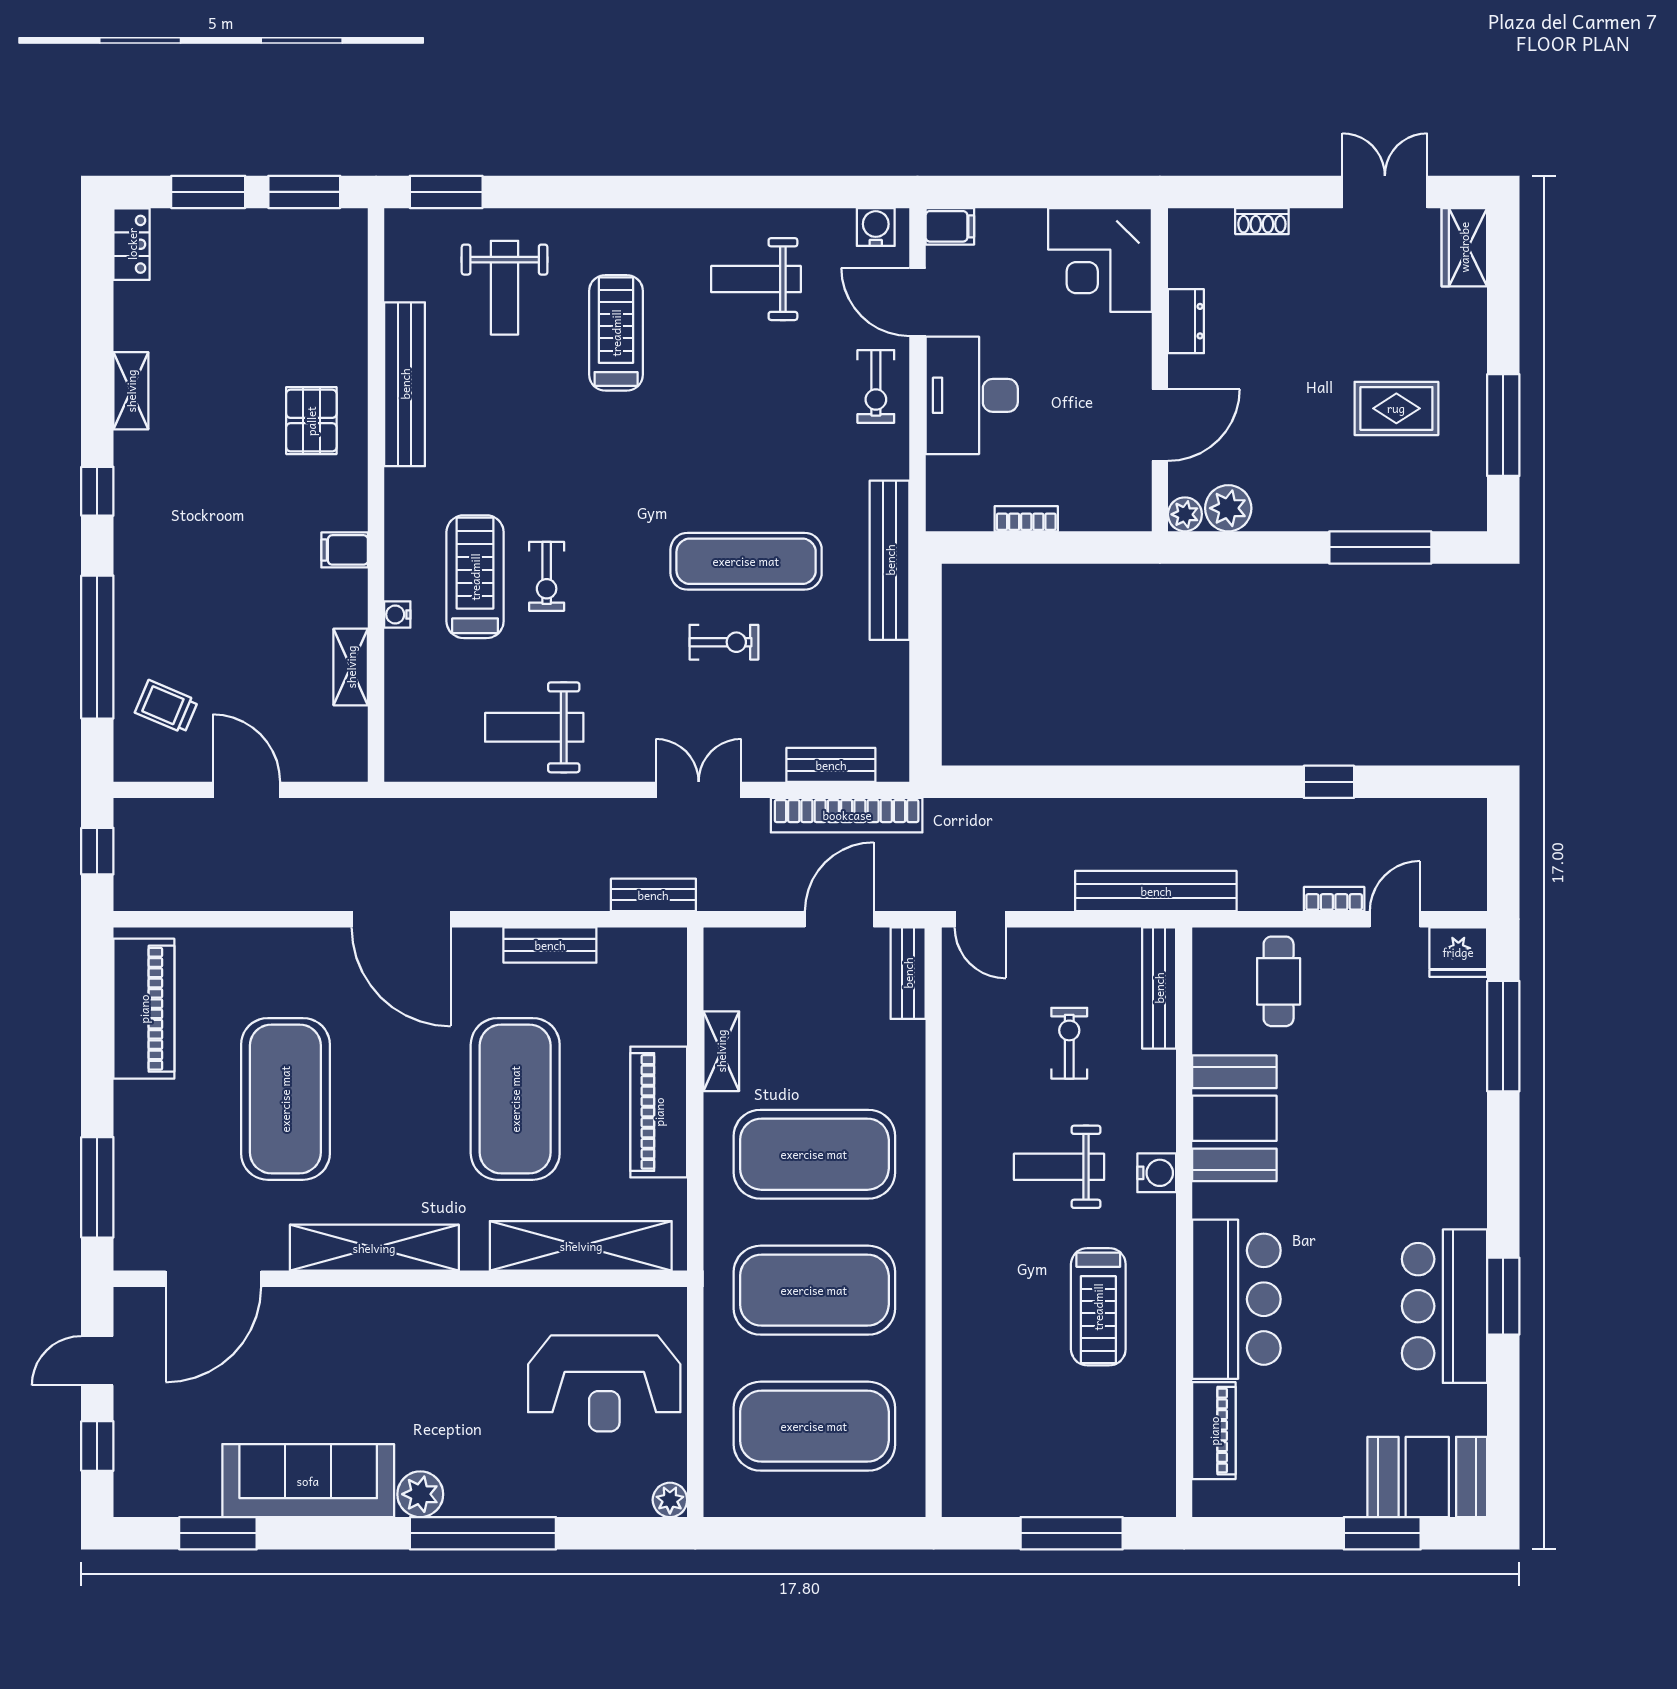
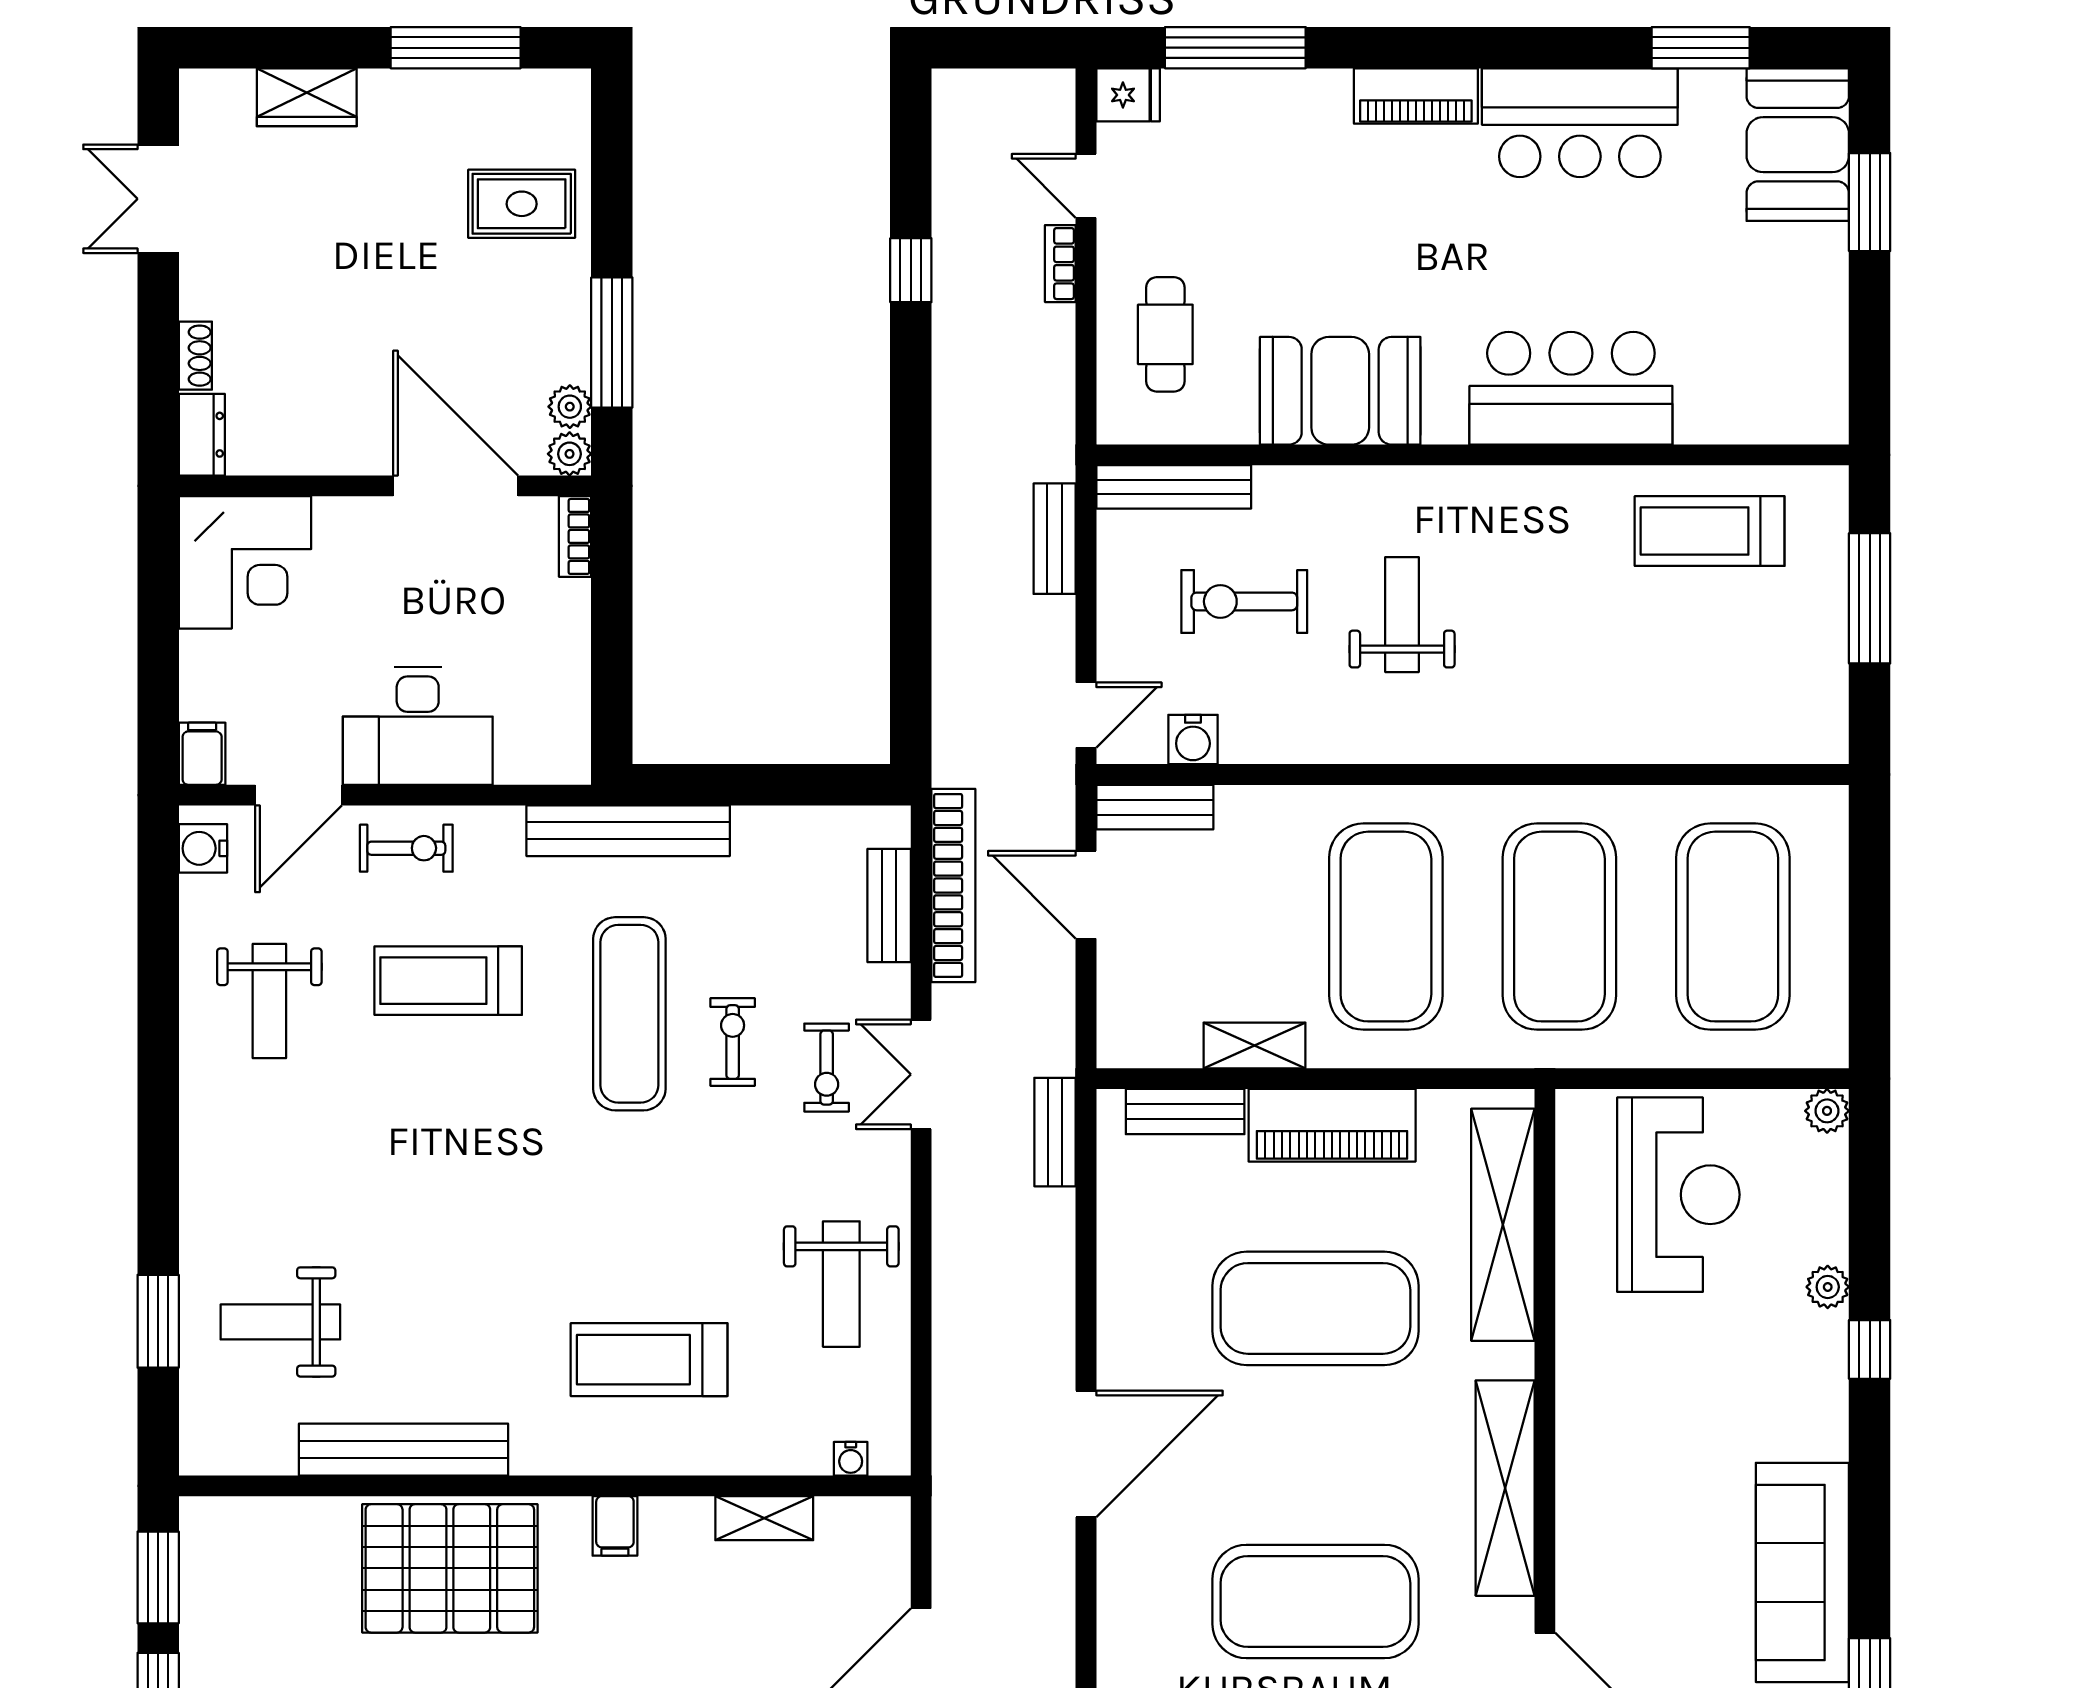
window: (446, 192) -> (158, 1321), moved
wardrobe: (1464, 247) -> (307, 97), moved
weight bench: (505, 288) -> (280, 1322), turned 180
dresser: (1186, 321) -> (202, 435), moved, turned 90
treadmill: (616, 333) -> (448, 981), moved
rug: (1396, 408) -> (522, 204), moved, turned 90
pallet: (311, 421) -> (450, 1568), width x2.05, depth x2.00
door: (1160, 425) -> (456, 486), width x1.36
plant: (1228, 508) -> (570, 407), width x0.73, depth x0.73
bookcase: (1026, 519) -> (575, 536), moved
window: (1380, 547) -> (612, 343), moved
exercise bike: (547, 576) -> (827, 1068), moved, turned 90
water cooler: (397, 614) -> (851, 1459), moved
bench: (1156, 891) -> (1055, 539), width x0.54, depth x0.82
bench: (550, 945) -> (1185, 1112), moved, turned 90
fridge: (1458, 952) -> (1128, 95), width x0.72
cafe table: (1279, 981) -> (1165, 334), turned 90
exercise bike: (1069, 1043) -> (1244, 601), width x1.38, depth x1.39
weight bench: (1059, 1167) -> (1402, 615), turned 180
water cooler: (1157, 1173) -> (1193, 739), moved, turned 180
window: (1503, 1296) -> (1701, 48), moved
treadmill: (1098, 1307) -> (1710, 531), moved, turned 180
piano: (1214, 1431) -> (1416, 96), moved, turned 180
plant: (420, 1494) -> (1828, 1287), moved, width x0.73, depth x0.73
window: (483, 1533) -> (1870, 1349), width x0.32

